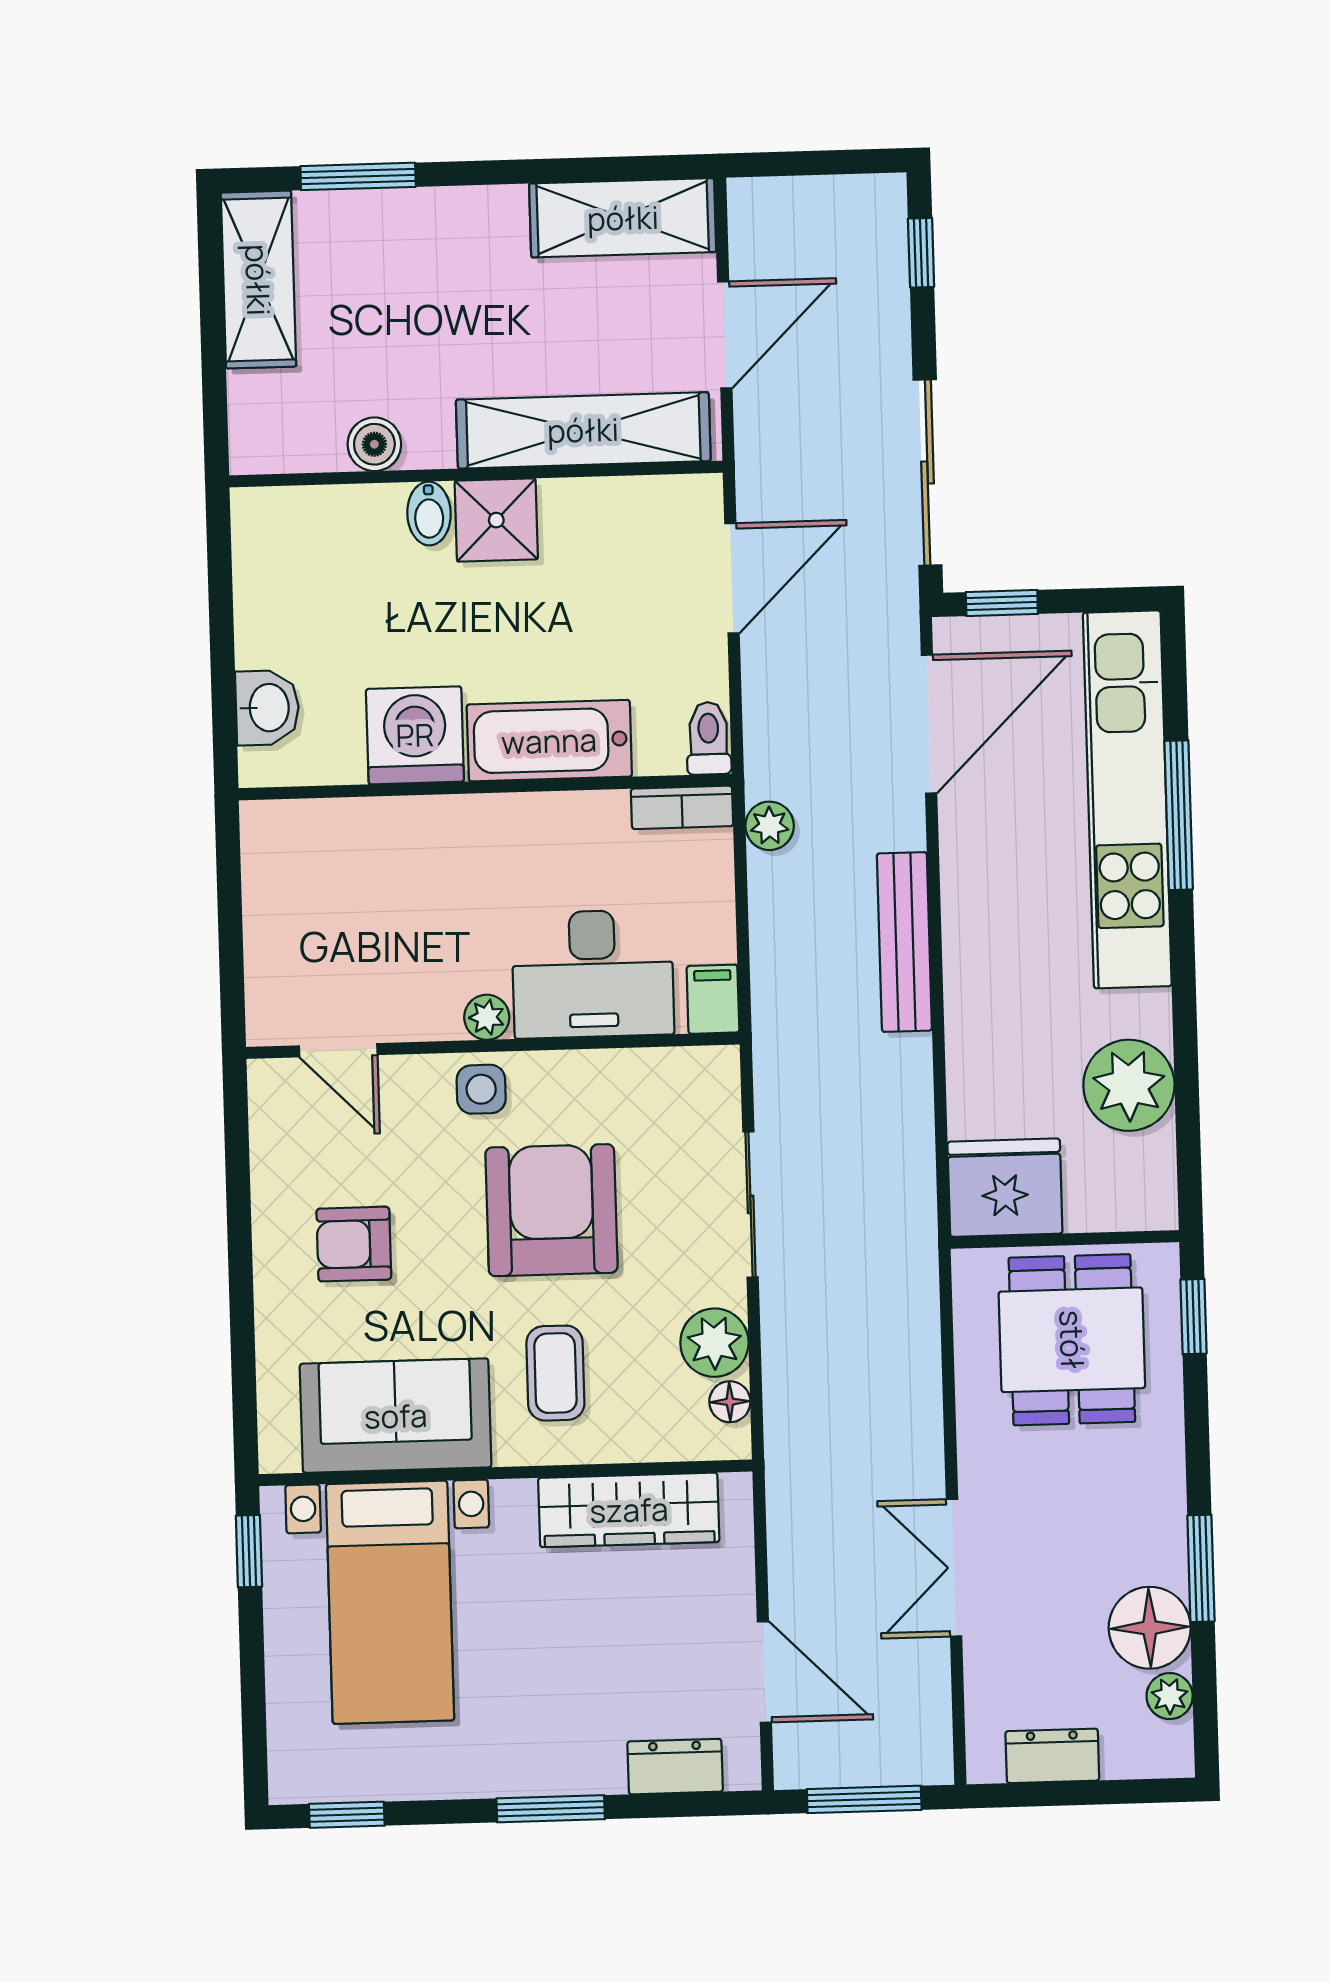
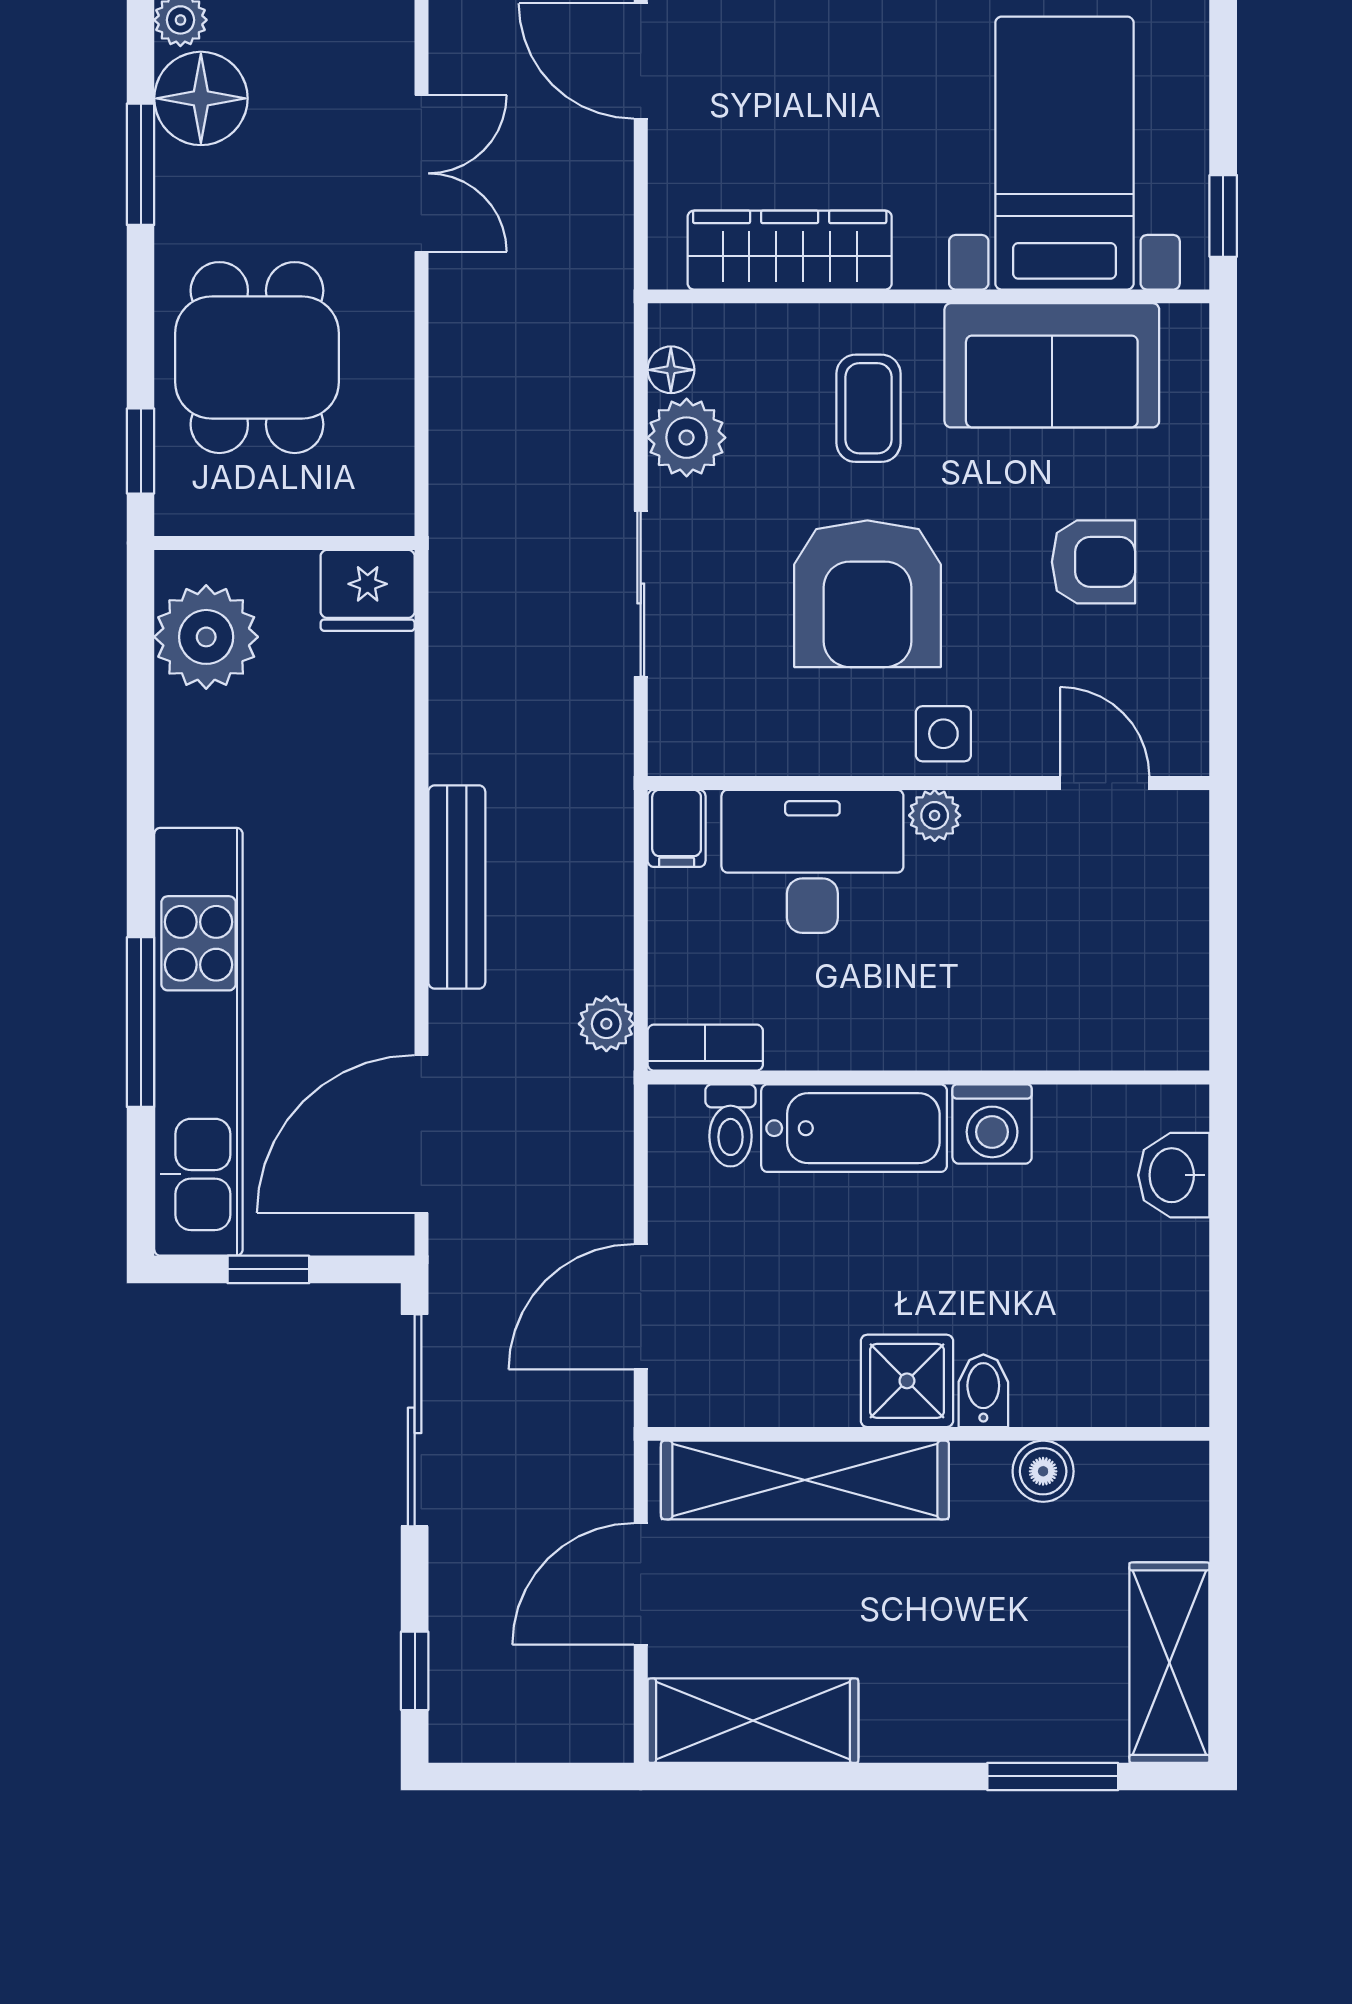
window: (1002, 603) -> (268, 1269), moved
washing machine: (415, 735) -> (992, 1124), width x0.73, depth x0.73
toilet: (709, 738) -> (731, 1125), moved
plant: (1129, 1085) -> (206, 637), moved
fridge: (1005, 1188) -> (368, 590), width x0.73, depth x0.75
dining table: (1072, 1340) -> (257, 358), moved

